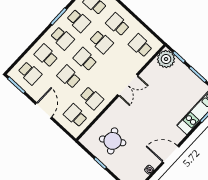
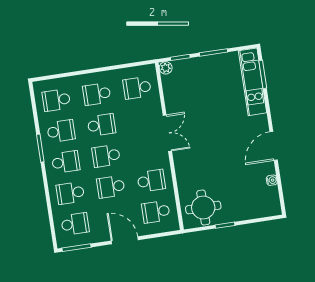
plant: (166, 59) -> (166, 68), width x0.53, depth x0.53
round table: (113, 141) -> (203, 208), moved, turned 32

